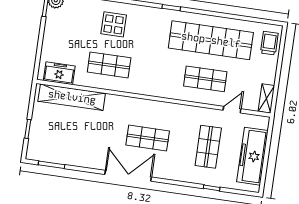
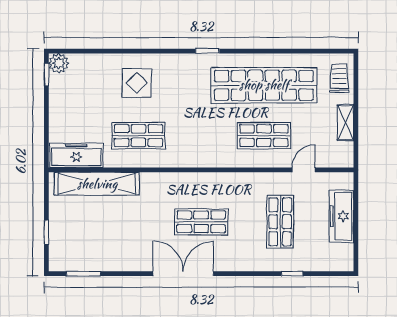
freezer: (59, 73) -> (76, 155), width x1.40
shelving: (266, 98) -> (345, 123), moved
freezer: (252, 156) -> (341, 216), width x0.73, depth x0.79

